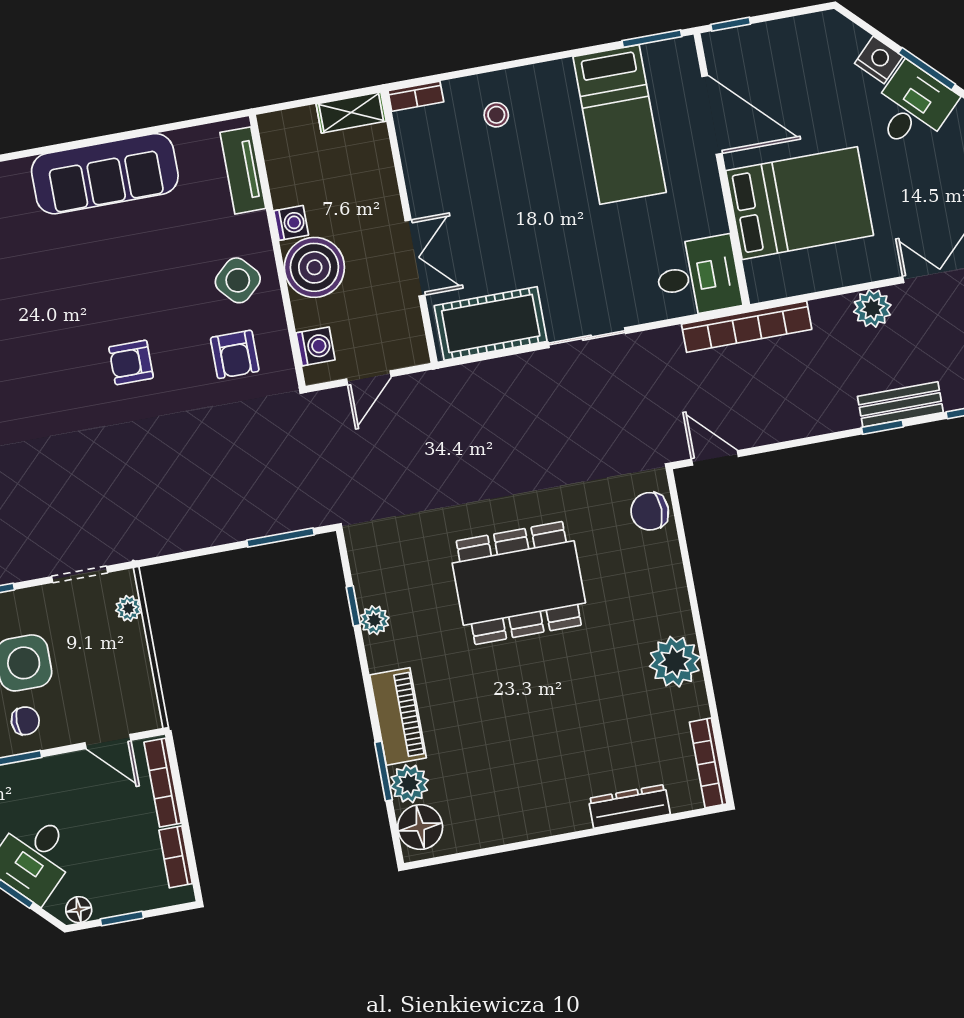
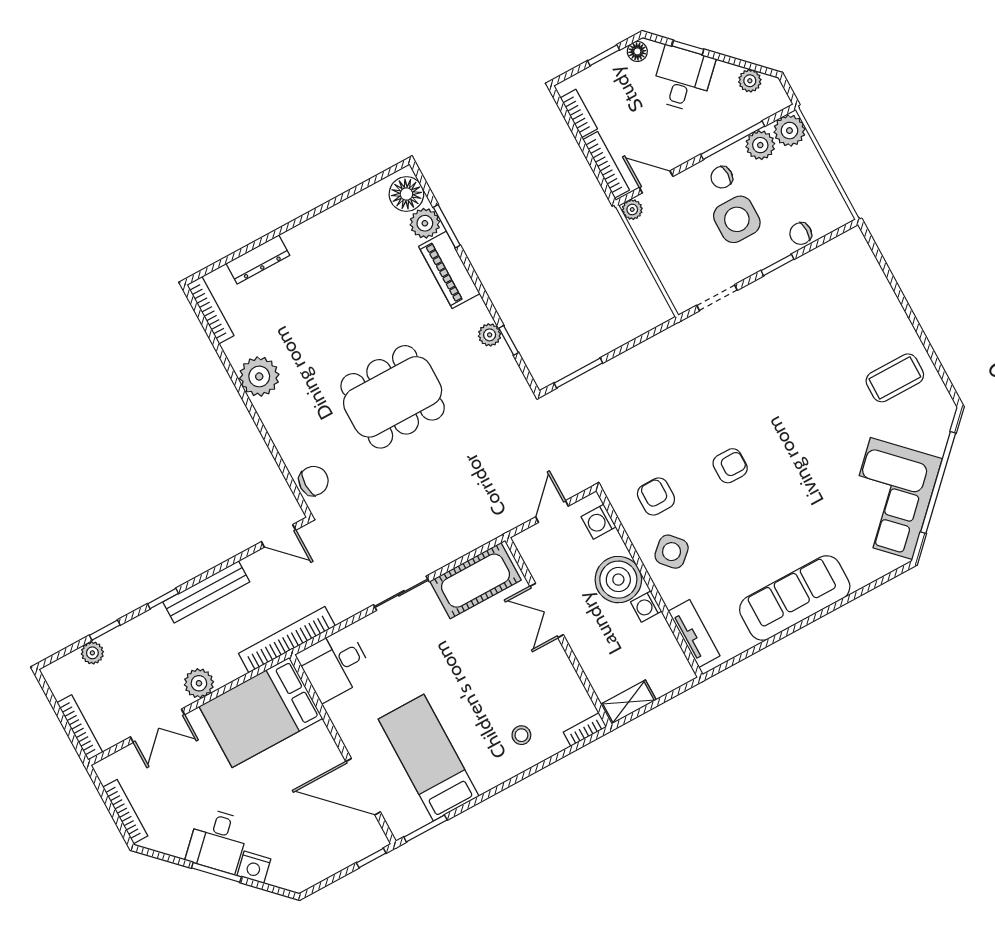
bed: (800, 203) -> (261, 712), moved
bench: (900, 404) -> (206, 592), moved, width x1.36
plant: (129, 608) -> (632, 210), moved

